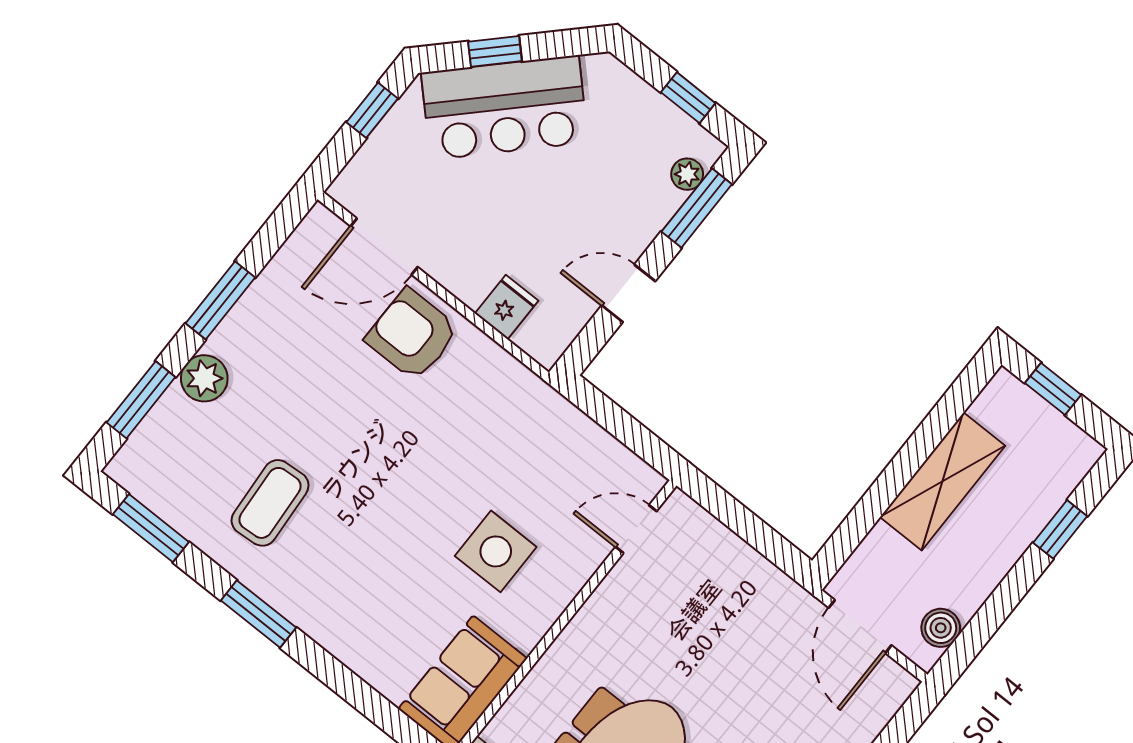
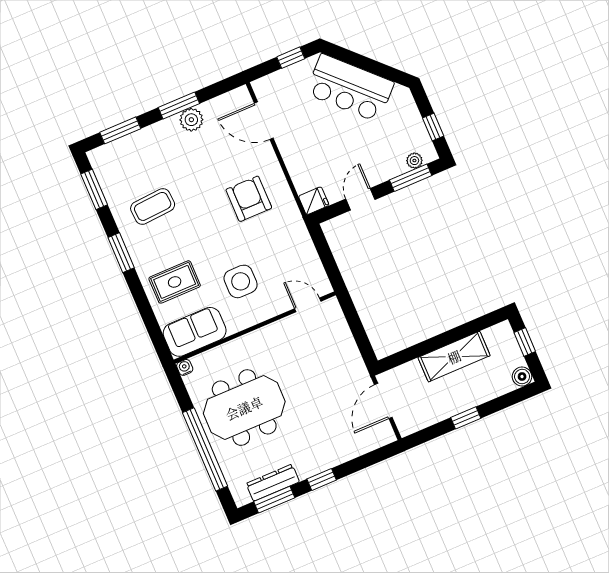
window: (495, 51) -> (359, 61), removed
door: (629, 293) -> (360, 199), hinge flipped
fridge: (507, 307) -> (314, 201), moved
armchair: (412, 335) -> (249, 199), moved
plant: (204, 378) -> (191, 120), moved
window: (1060, 529) -> (466, 418), moved
rug: (380, 615) -> (175, 282), added
boiler: (941, 628) -> (522, 377), moved

